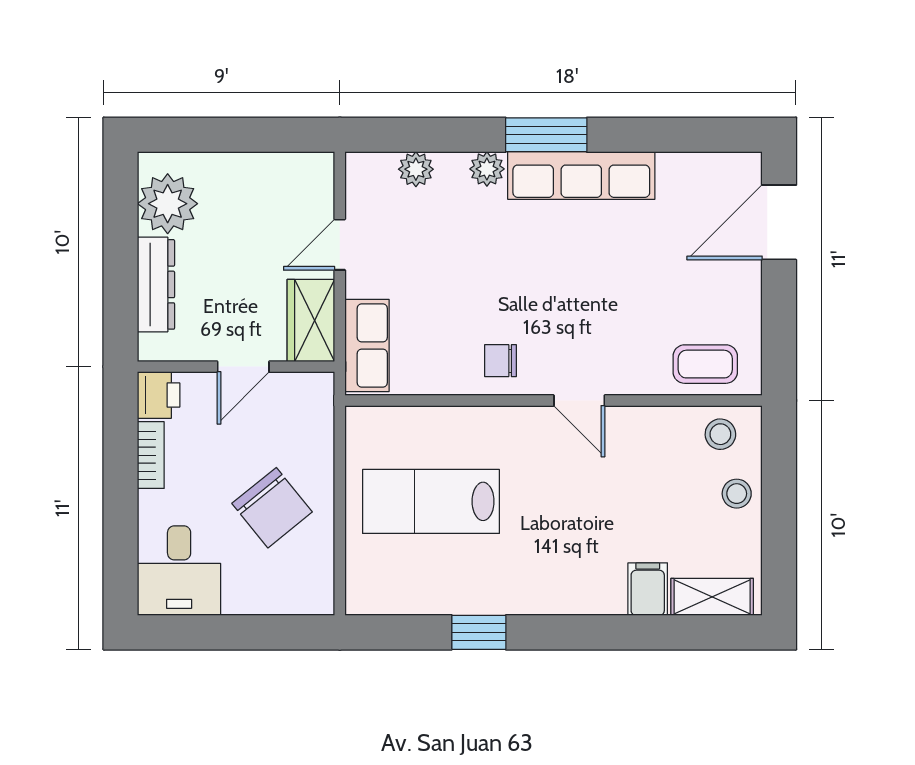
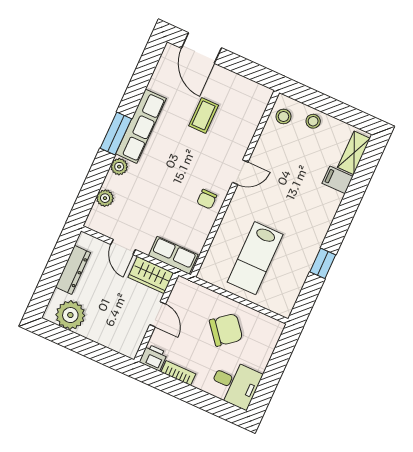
dresser: (156, 284) -> (73, 270), moved, turned 90
coffee table: (705, 364) -> (204, 115), moved

